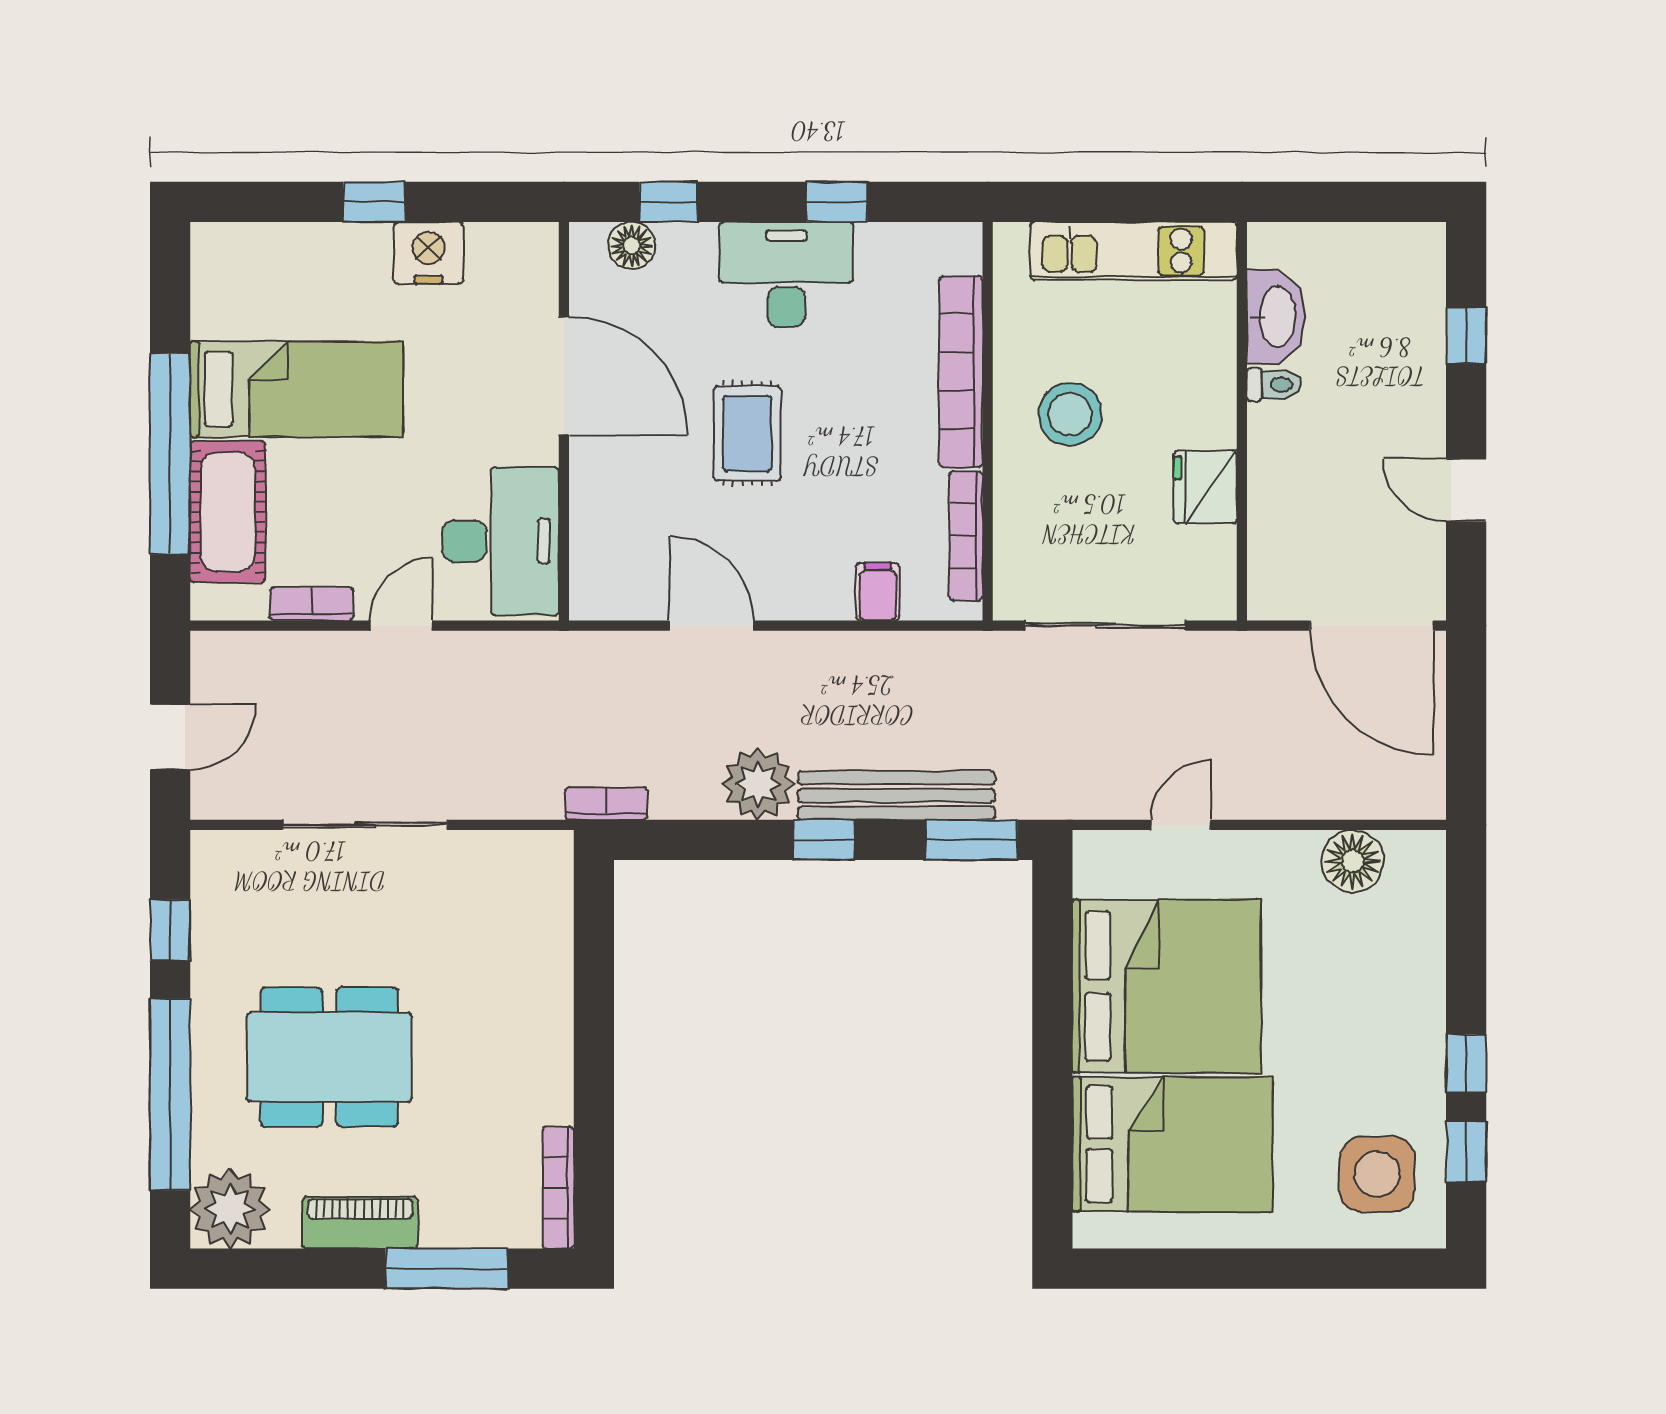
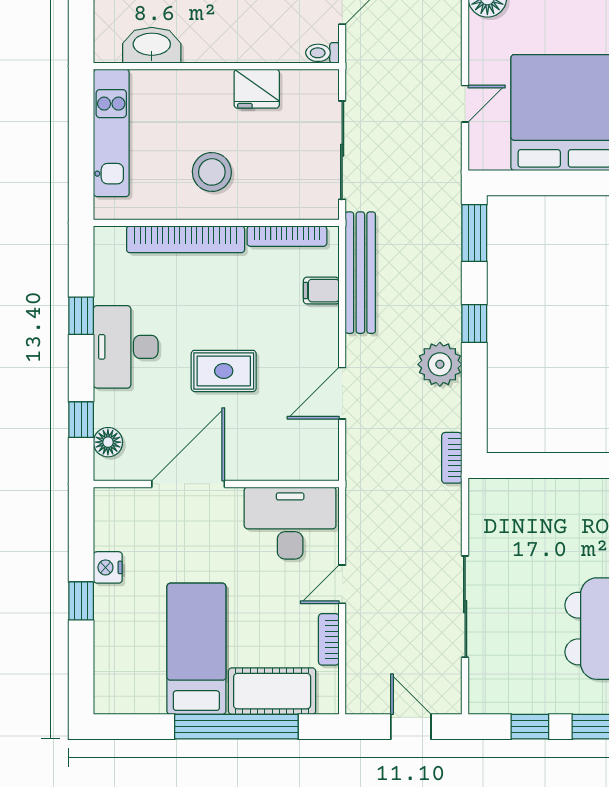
nightstand: (428, 253) -> (108, 567), width x0.74, depth x0.75
toilet: (1274, 385) -> (322, 53), moved, turned -90
door: (401, 626) -> (342, 584), hinge flipped
bench: (896, 795) -> (360, 273), moved
door: (1181, 825) -> (465, 104), swing flipped

